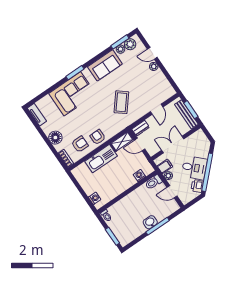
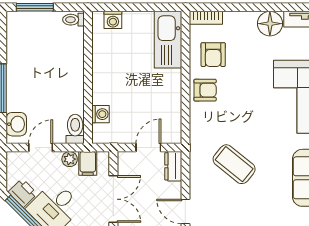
floor lamp: (55, 138) -> (270, 24), moved
shelving: (122, 142) -> (172, 123), removed
kitchen sink: (101, 159) -> (168, 40), moved
washbasin: (150, 222) -> (16, 124), moved

